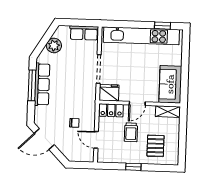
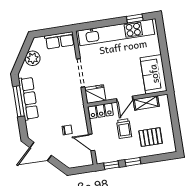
shelving: (168, 112) -> (146, 103), moved
pallet: (155, 146) -> (151, 137), turned 90
window: (111, 166) -> (111, 165), added

